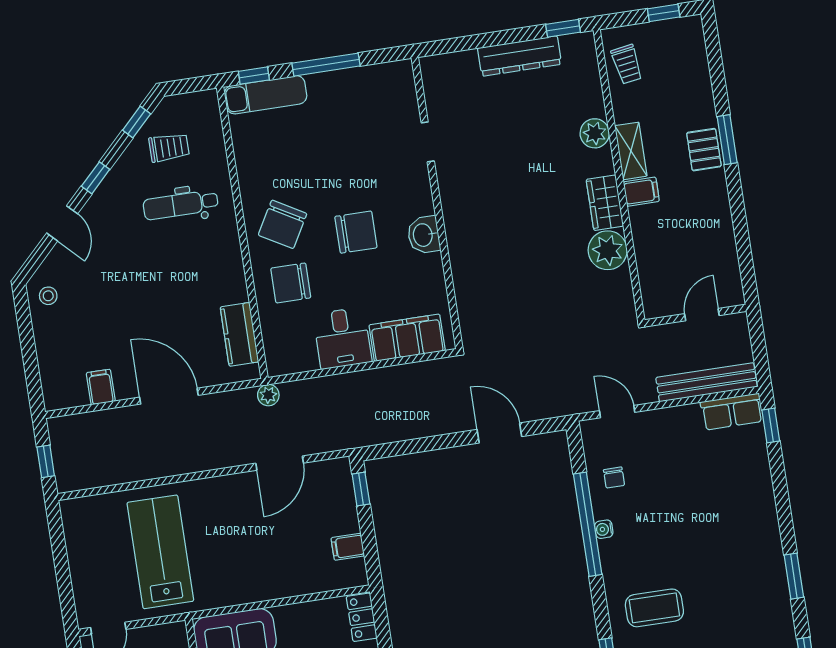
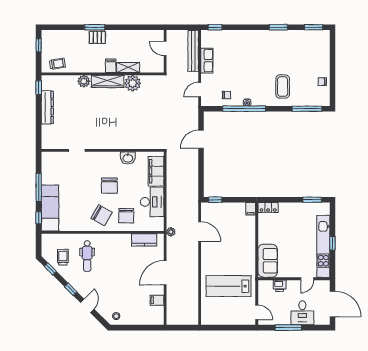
exam couch: (266, 95) -> (50, 208), width x1.36, depth x1.45
shelving: (631, 151) -> (128, 67), moved
wardrobe: (605, 203) -> (108, 81), width x1.50
door: (62, 223) -> (87, 306), hinge flipped
chair: (356, 232) -> (109, 186), turned 180
washbasin: (424, 235) -> (128, 158), moved
desk: (342, 338) -> (152, 202), width x1.37
row of seats: (732, 412) -> (207, 61), moved
window: (46, 461) -> (184, 328), removed
filing cabinet: (348, 547) -> (251, 209), moved

